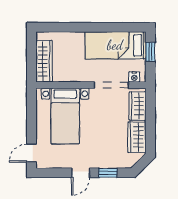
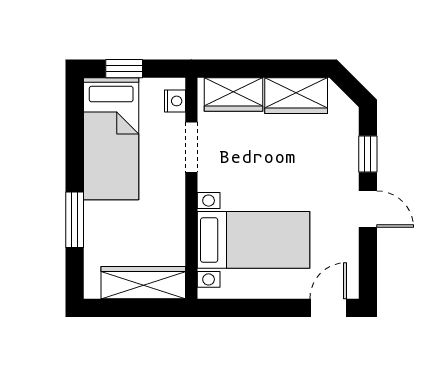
window: (75, 27) -> (75, 220), added
doorway: (111, 85) -> (191, 147), width x0.73
door: (32, 153) -> (328, 308), swing flipped

